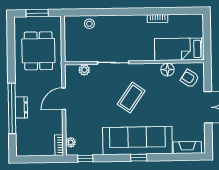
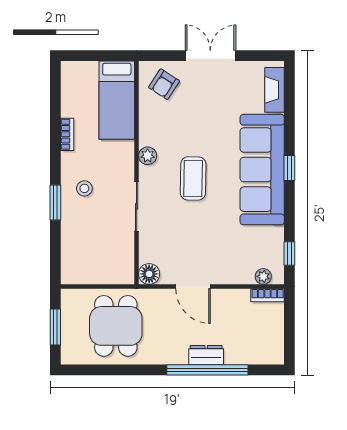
window: (115, 12) -> (55, 203), added
stool: (89, 24) -> (84, 188), moved
dining table: (38, 51) -> (116, 326), turned 90
plant: (84, 70) -> (148, 156), moved
floor lamp: (167, 70) -> (149, 274), moved
coffee table: (131, 98) -> (193, 178), turned 56

